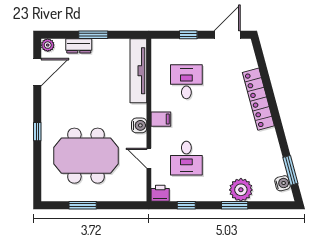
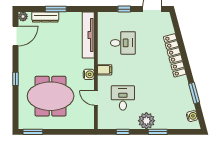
dresser: (79, 46) -> (45, 17), width x1.44
desk: (186, 82) -> (123, 43), turned 90
desk: (186, 158) -> (123, 98), turned 180
window: (290, 170) -> (194, 93), moved
plant: (241, 190) -> (146, 121), moved
printer: (160, 193) -> (104, 123), removed
window: (83, 205) -> (33, 132), moved

